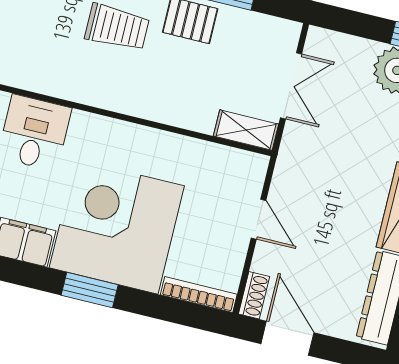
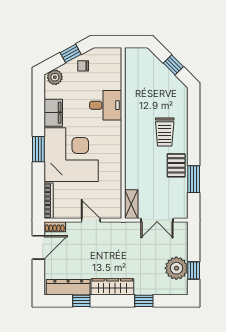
door: (258, 219) -> (91, 220), swing flipped

